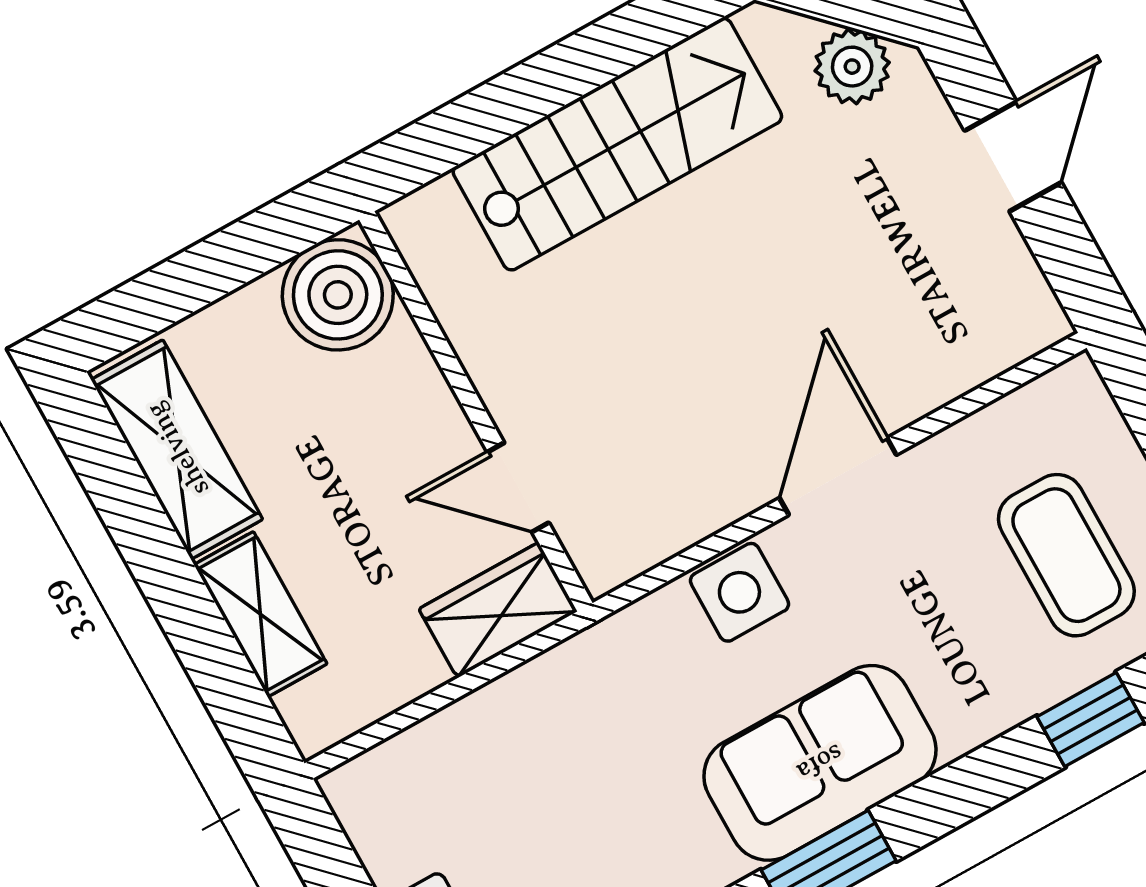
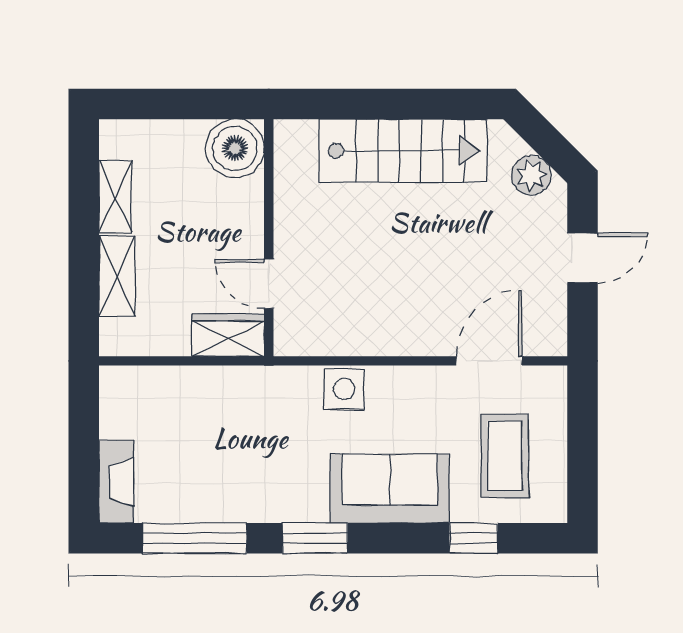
shelving: (177, 449) -> (115, 197), width x0.67, depth x0.75
door: (838, 476) -> (489, 361), moved
sofa: (820, 763) -> (390, 489), moved

